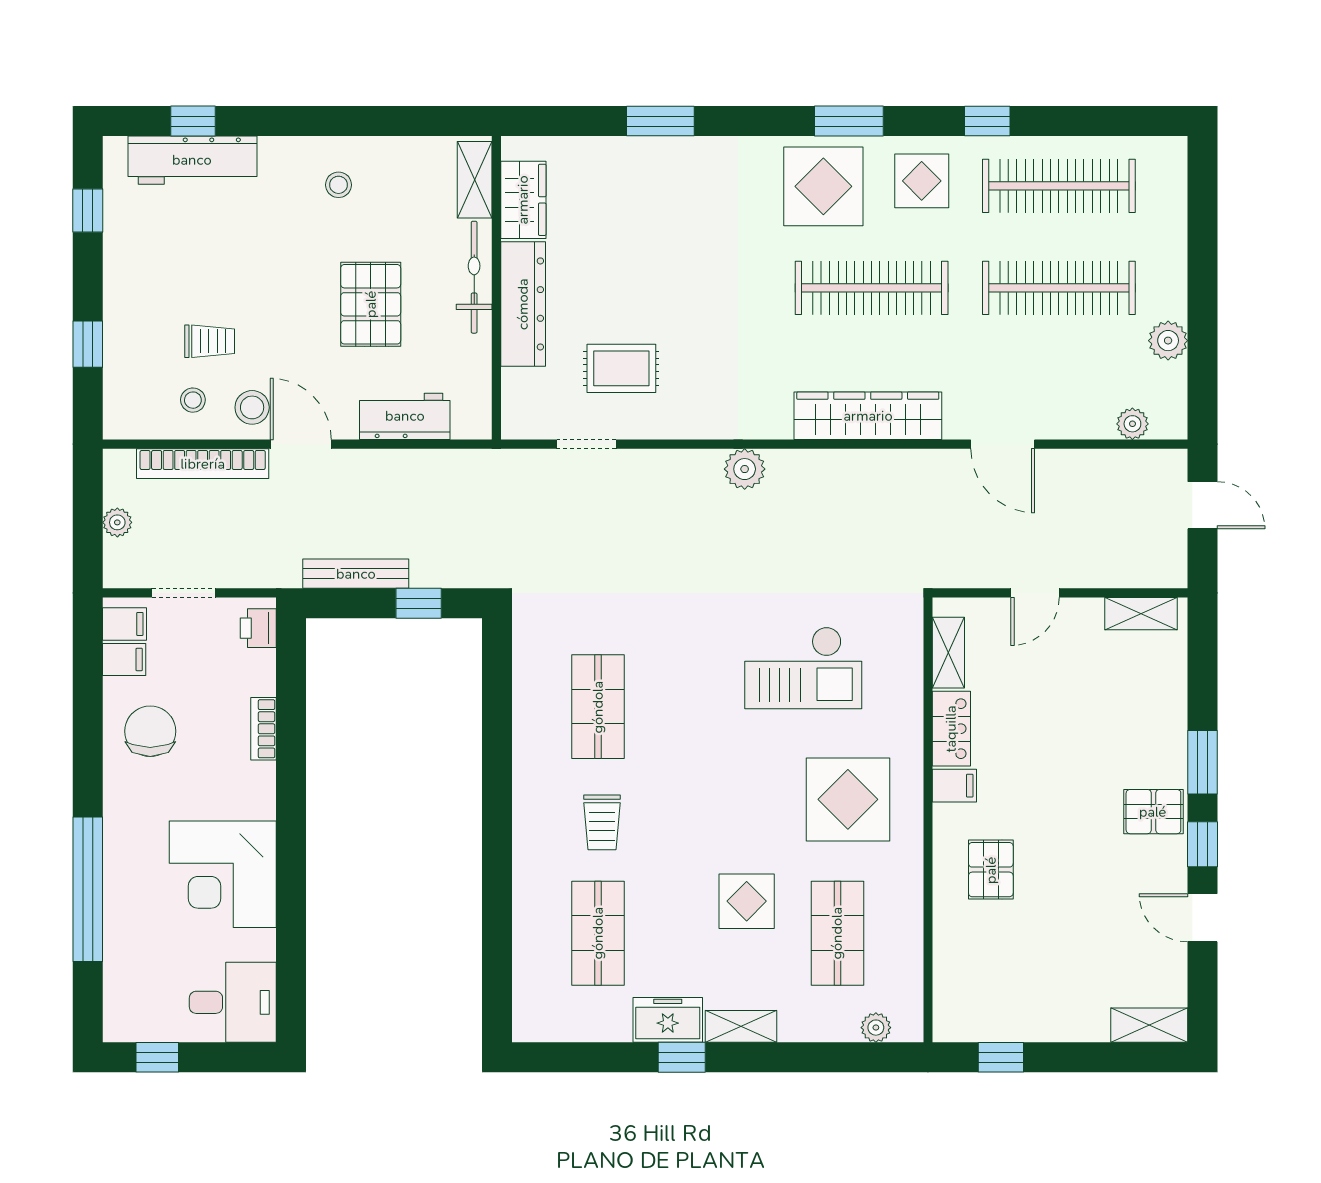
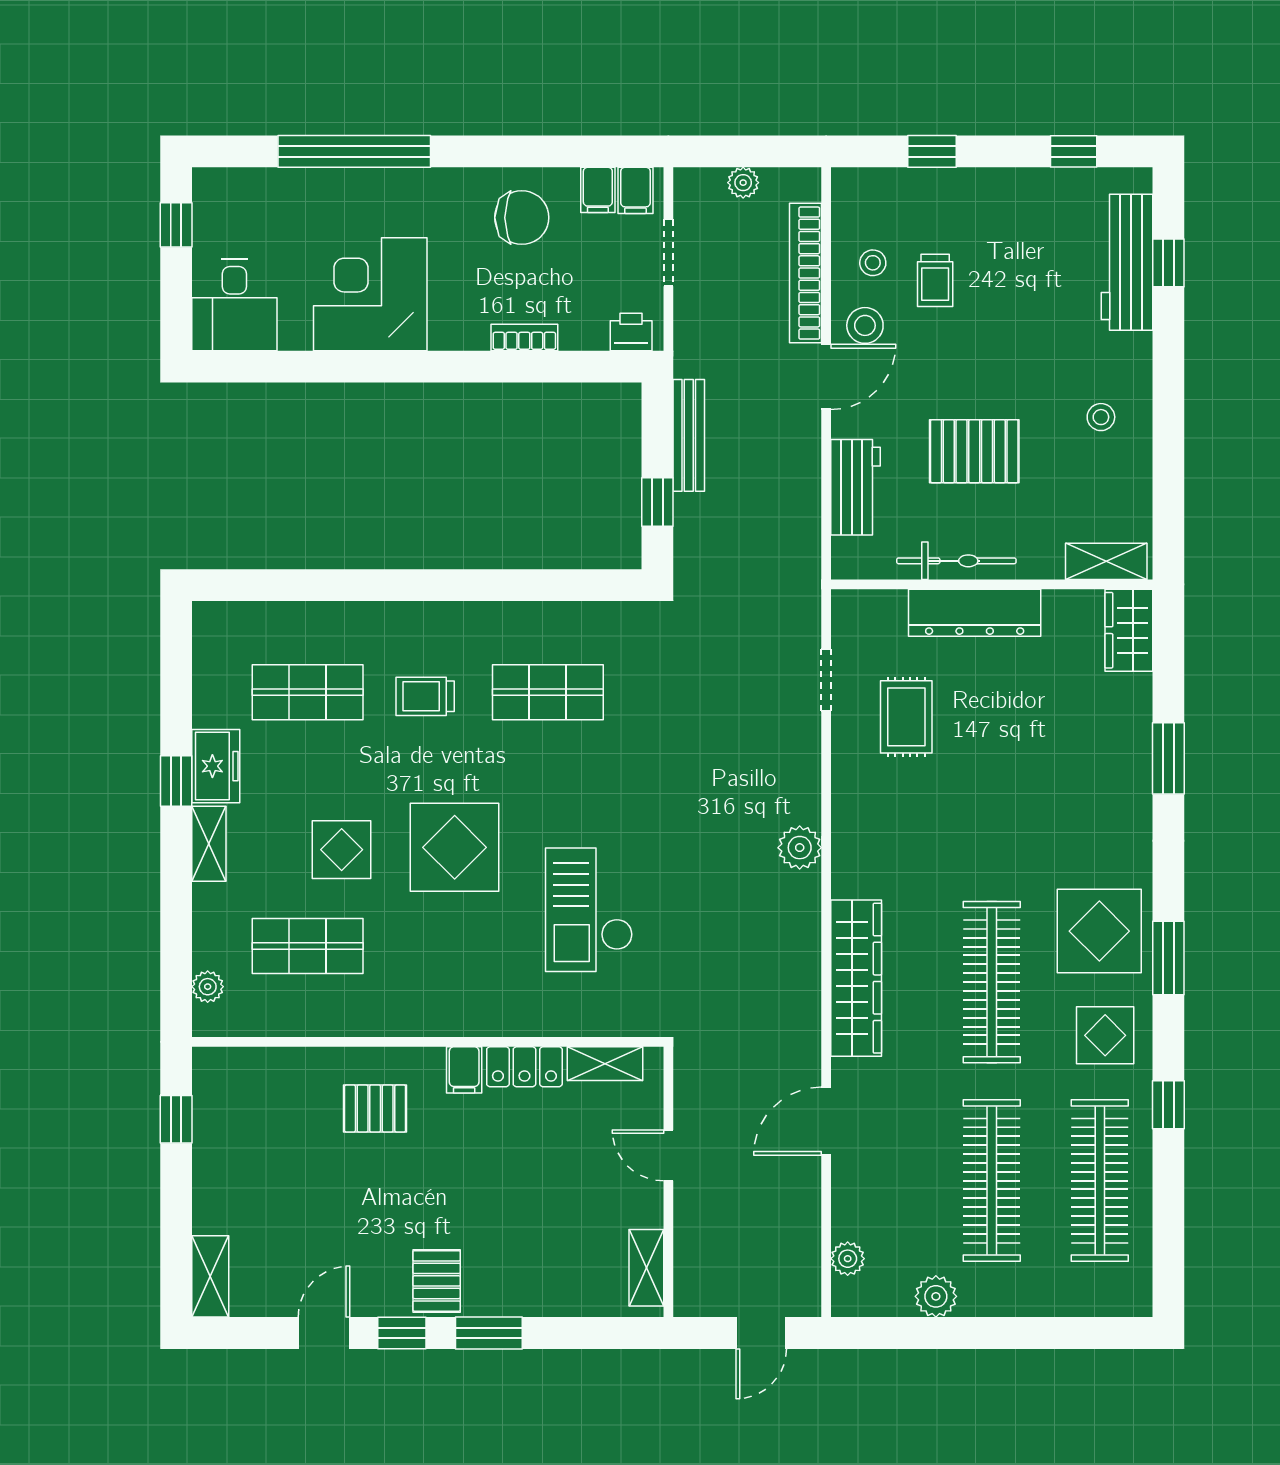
wardrobe: (523, 200) -> (1129, 630), moved, turned 90
bicycle: (474, 277) -> (956, 561), moved
display table: (848, 799) -> (455, 847), moved

